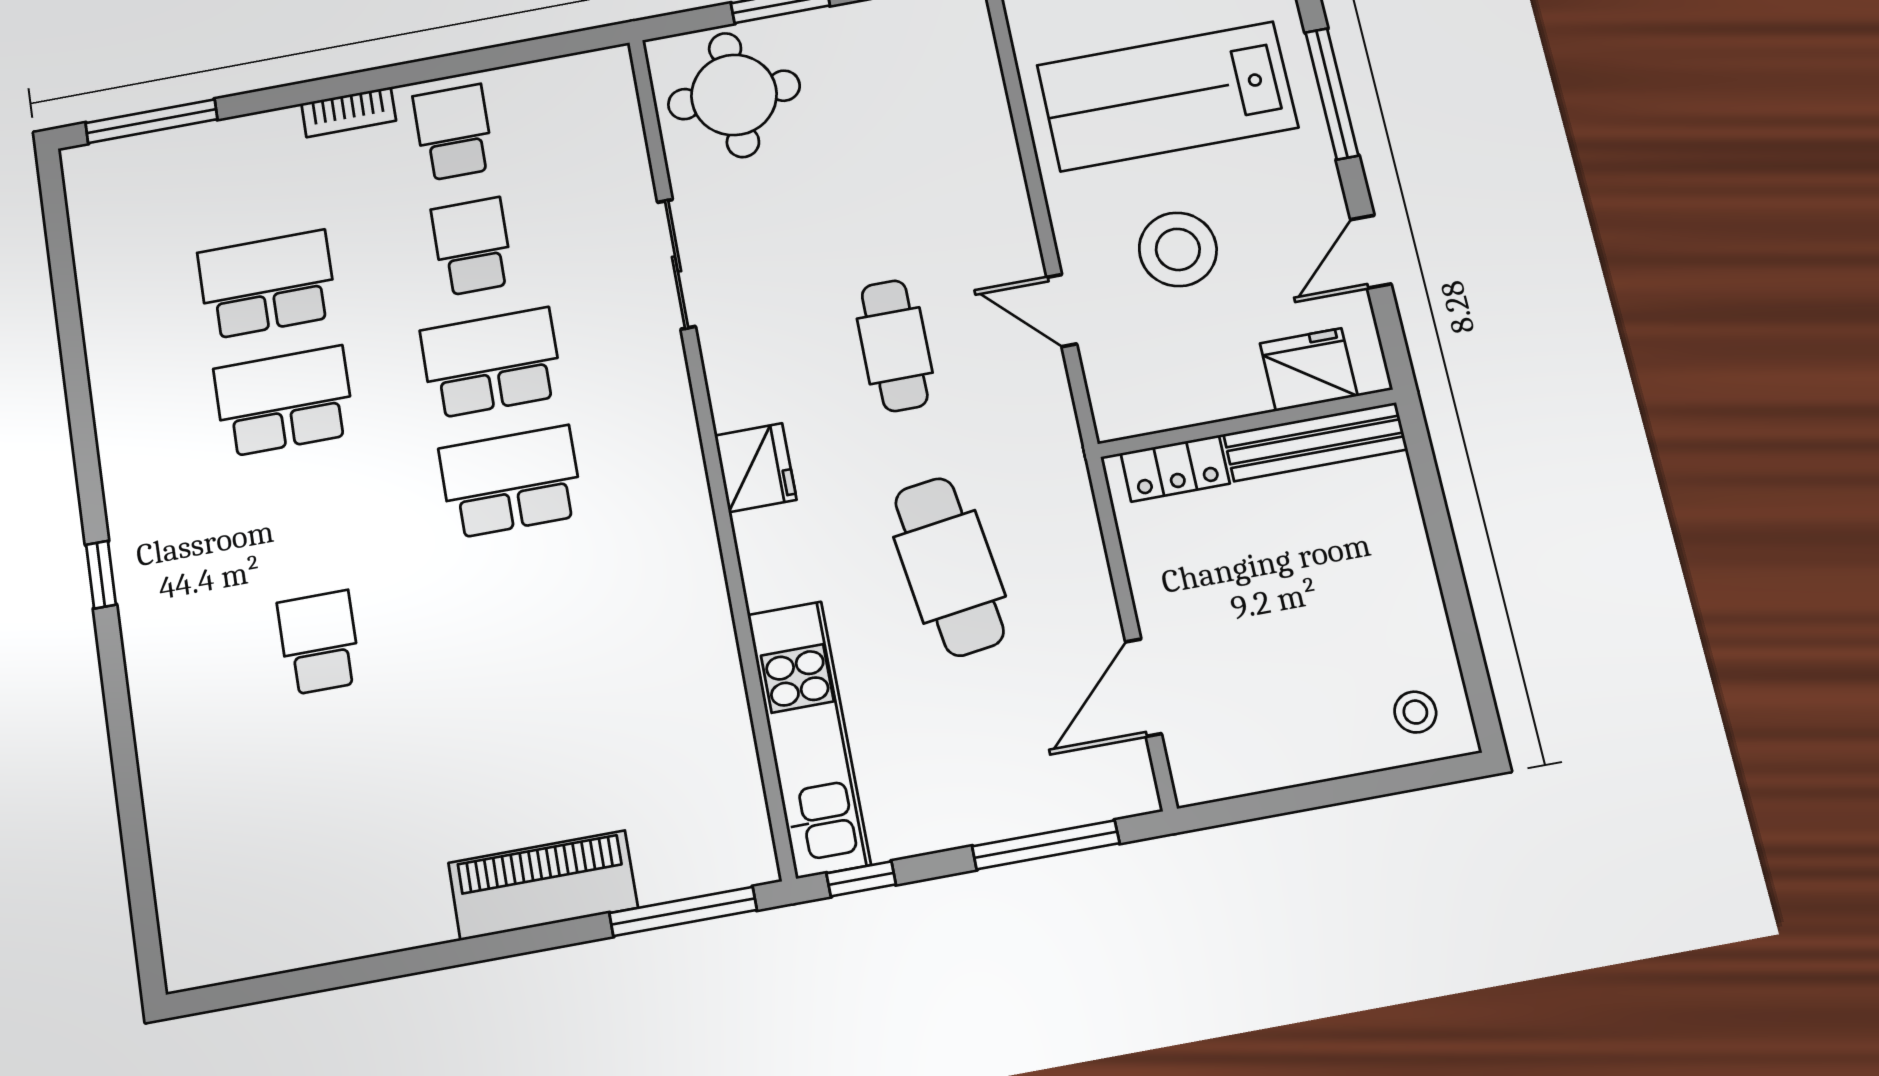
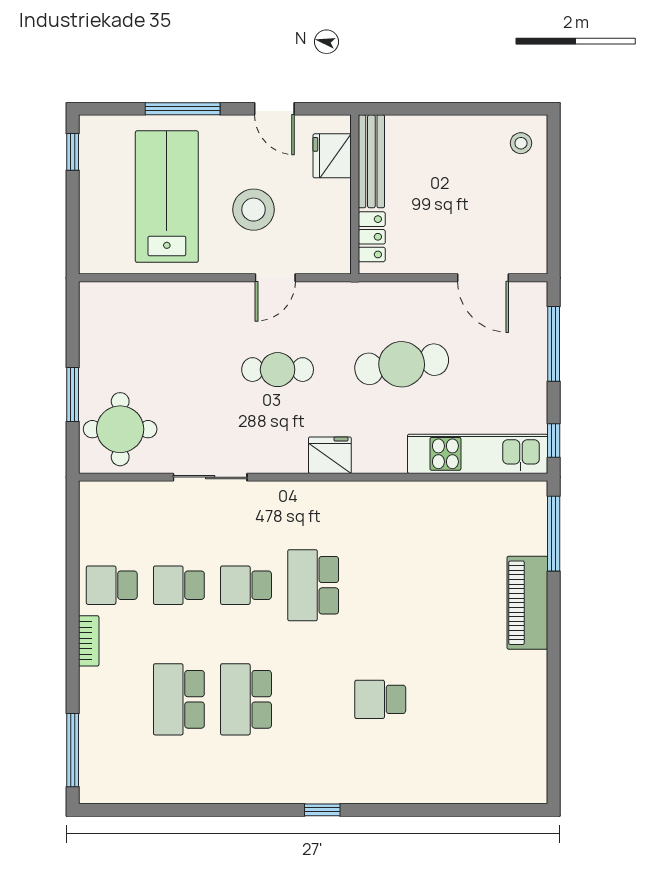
lab bench: (1167, 96) -> (167, 197), turned 180
school desk: (491, 363) -> (246, 585), width x0.54

